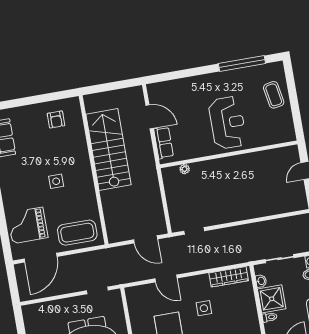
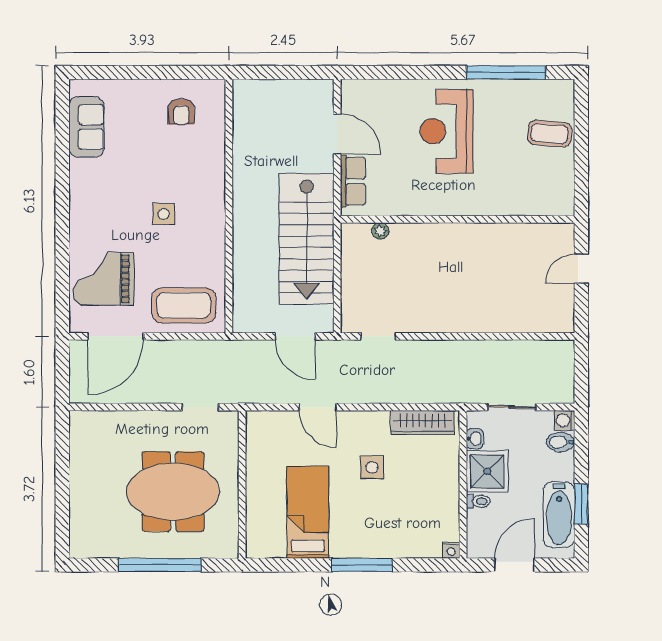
coffee table: (274, 95) -> (549, 134), turned -75
reception desk: (227, 123) -> (447, 131), moved, turned 180
stairs: (108, 149) -> (307, 239), moved, turned 180

